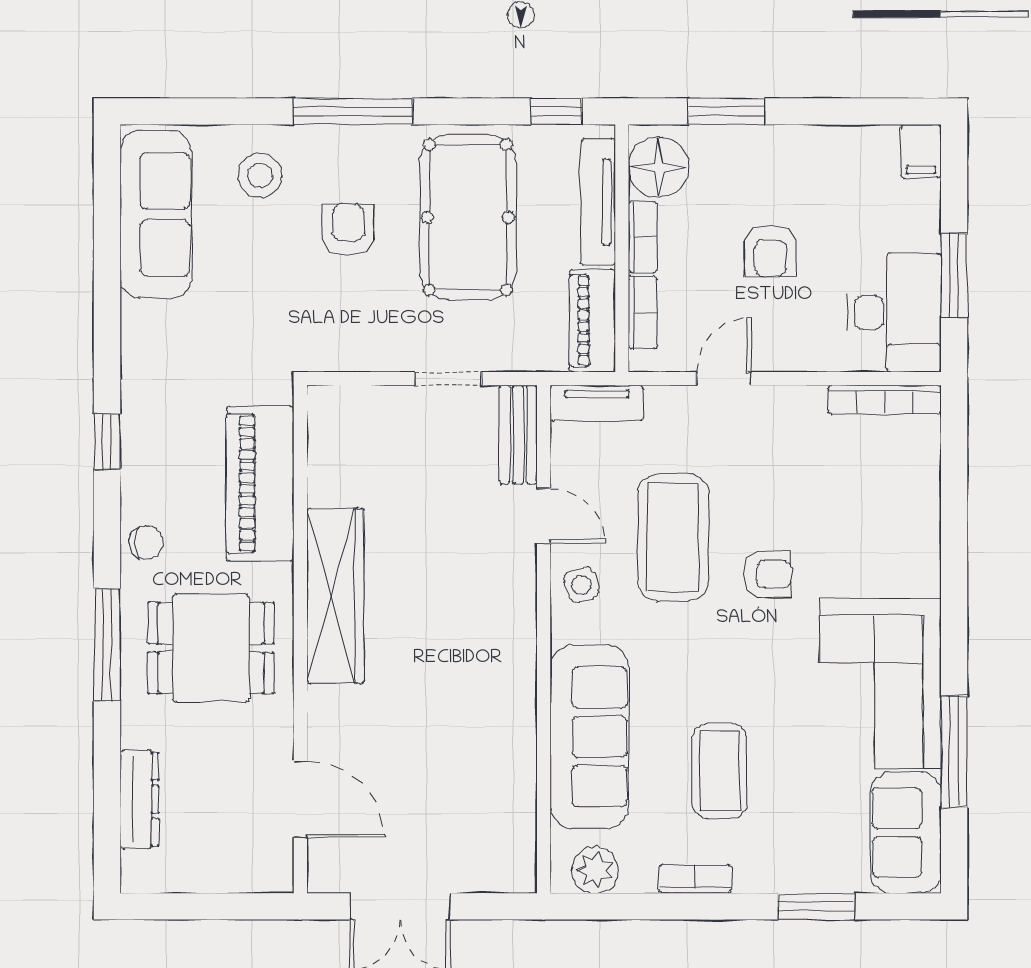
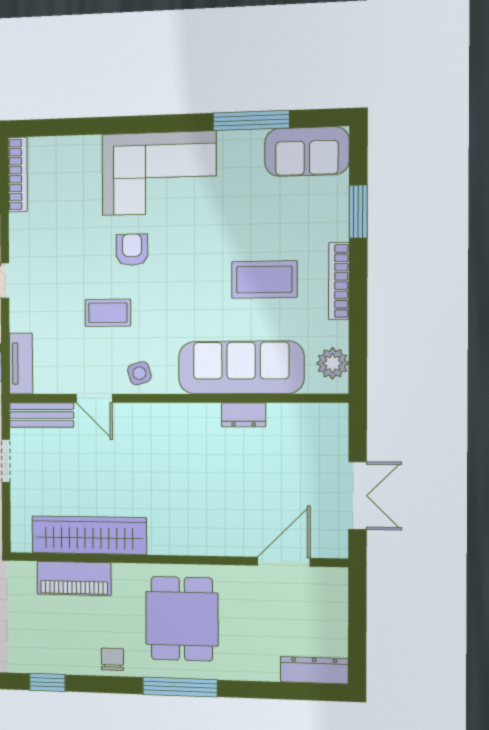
piano: (260, 484) -> (74, 578), width x0.73, depth x0.75
door: (544, 516) -> (94, 398), swing flipped
coffee table: (673, 537) -> (108, 313), width x0.54, depth x0.58
wardrobe: (335, 596) -> (89, 535), moved
corner sofa: (880, 683) -> (159, 173), moved
dresser: (519, 740) -> (244, 415), added
dresser: (139, 799) -> (314, 670), moved
bookcase: (695, 879) -> (339, 281), width x1.56

